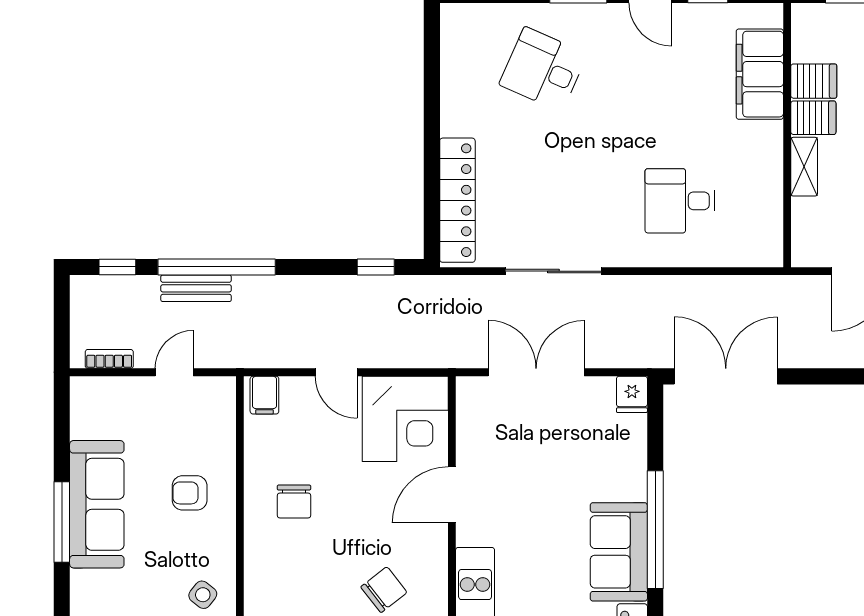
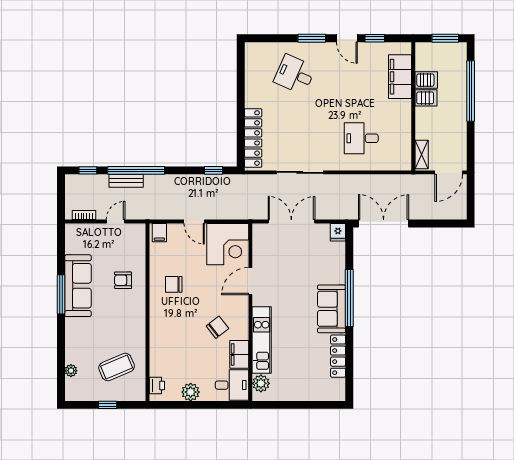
shelving: (804, 167) -> (422, 155), moved
chair: (294, 502) -> (174, 284), turned 90
side table: (203, 595) -> (129, 330), removed

